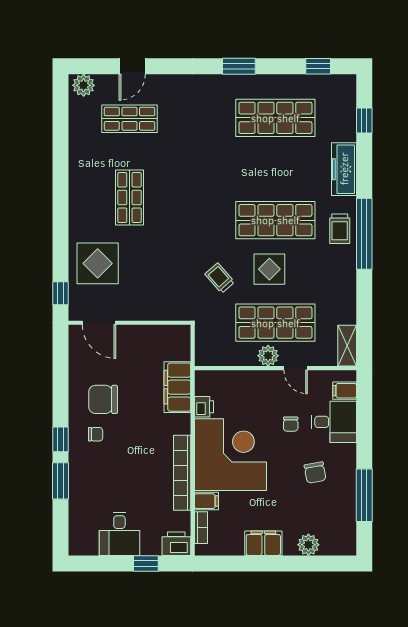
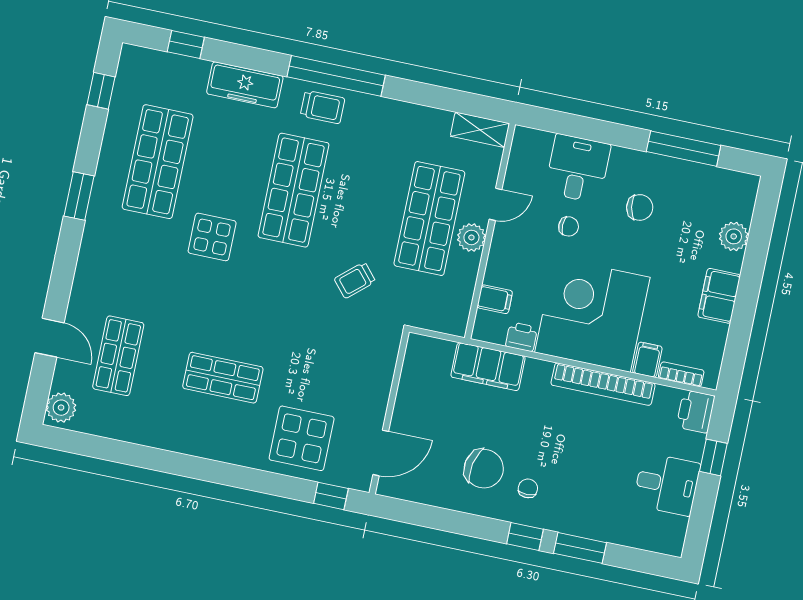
display table: (269, 269) -> (212, 237), moved
filing cabinet: (345, 391) -> (495, 299), moved, turned -90
chair: (103, 399) -> (484, 469), turned -78

